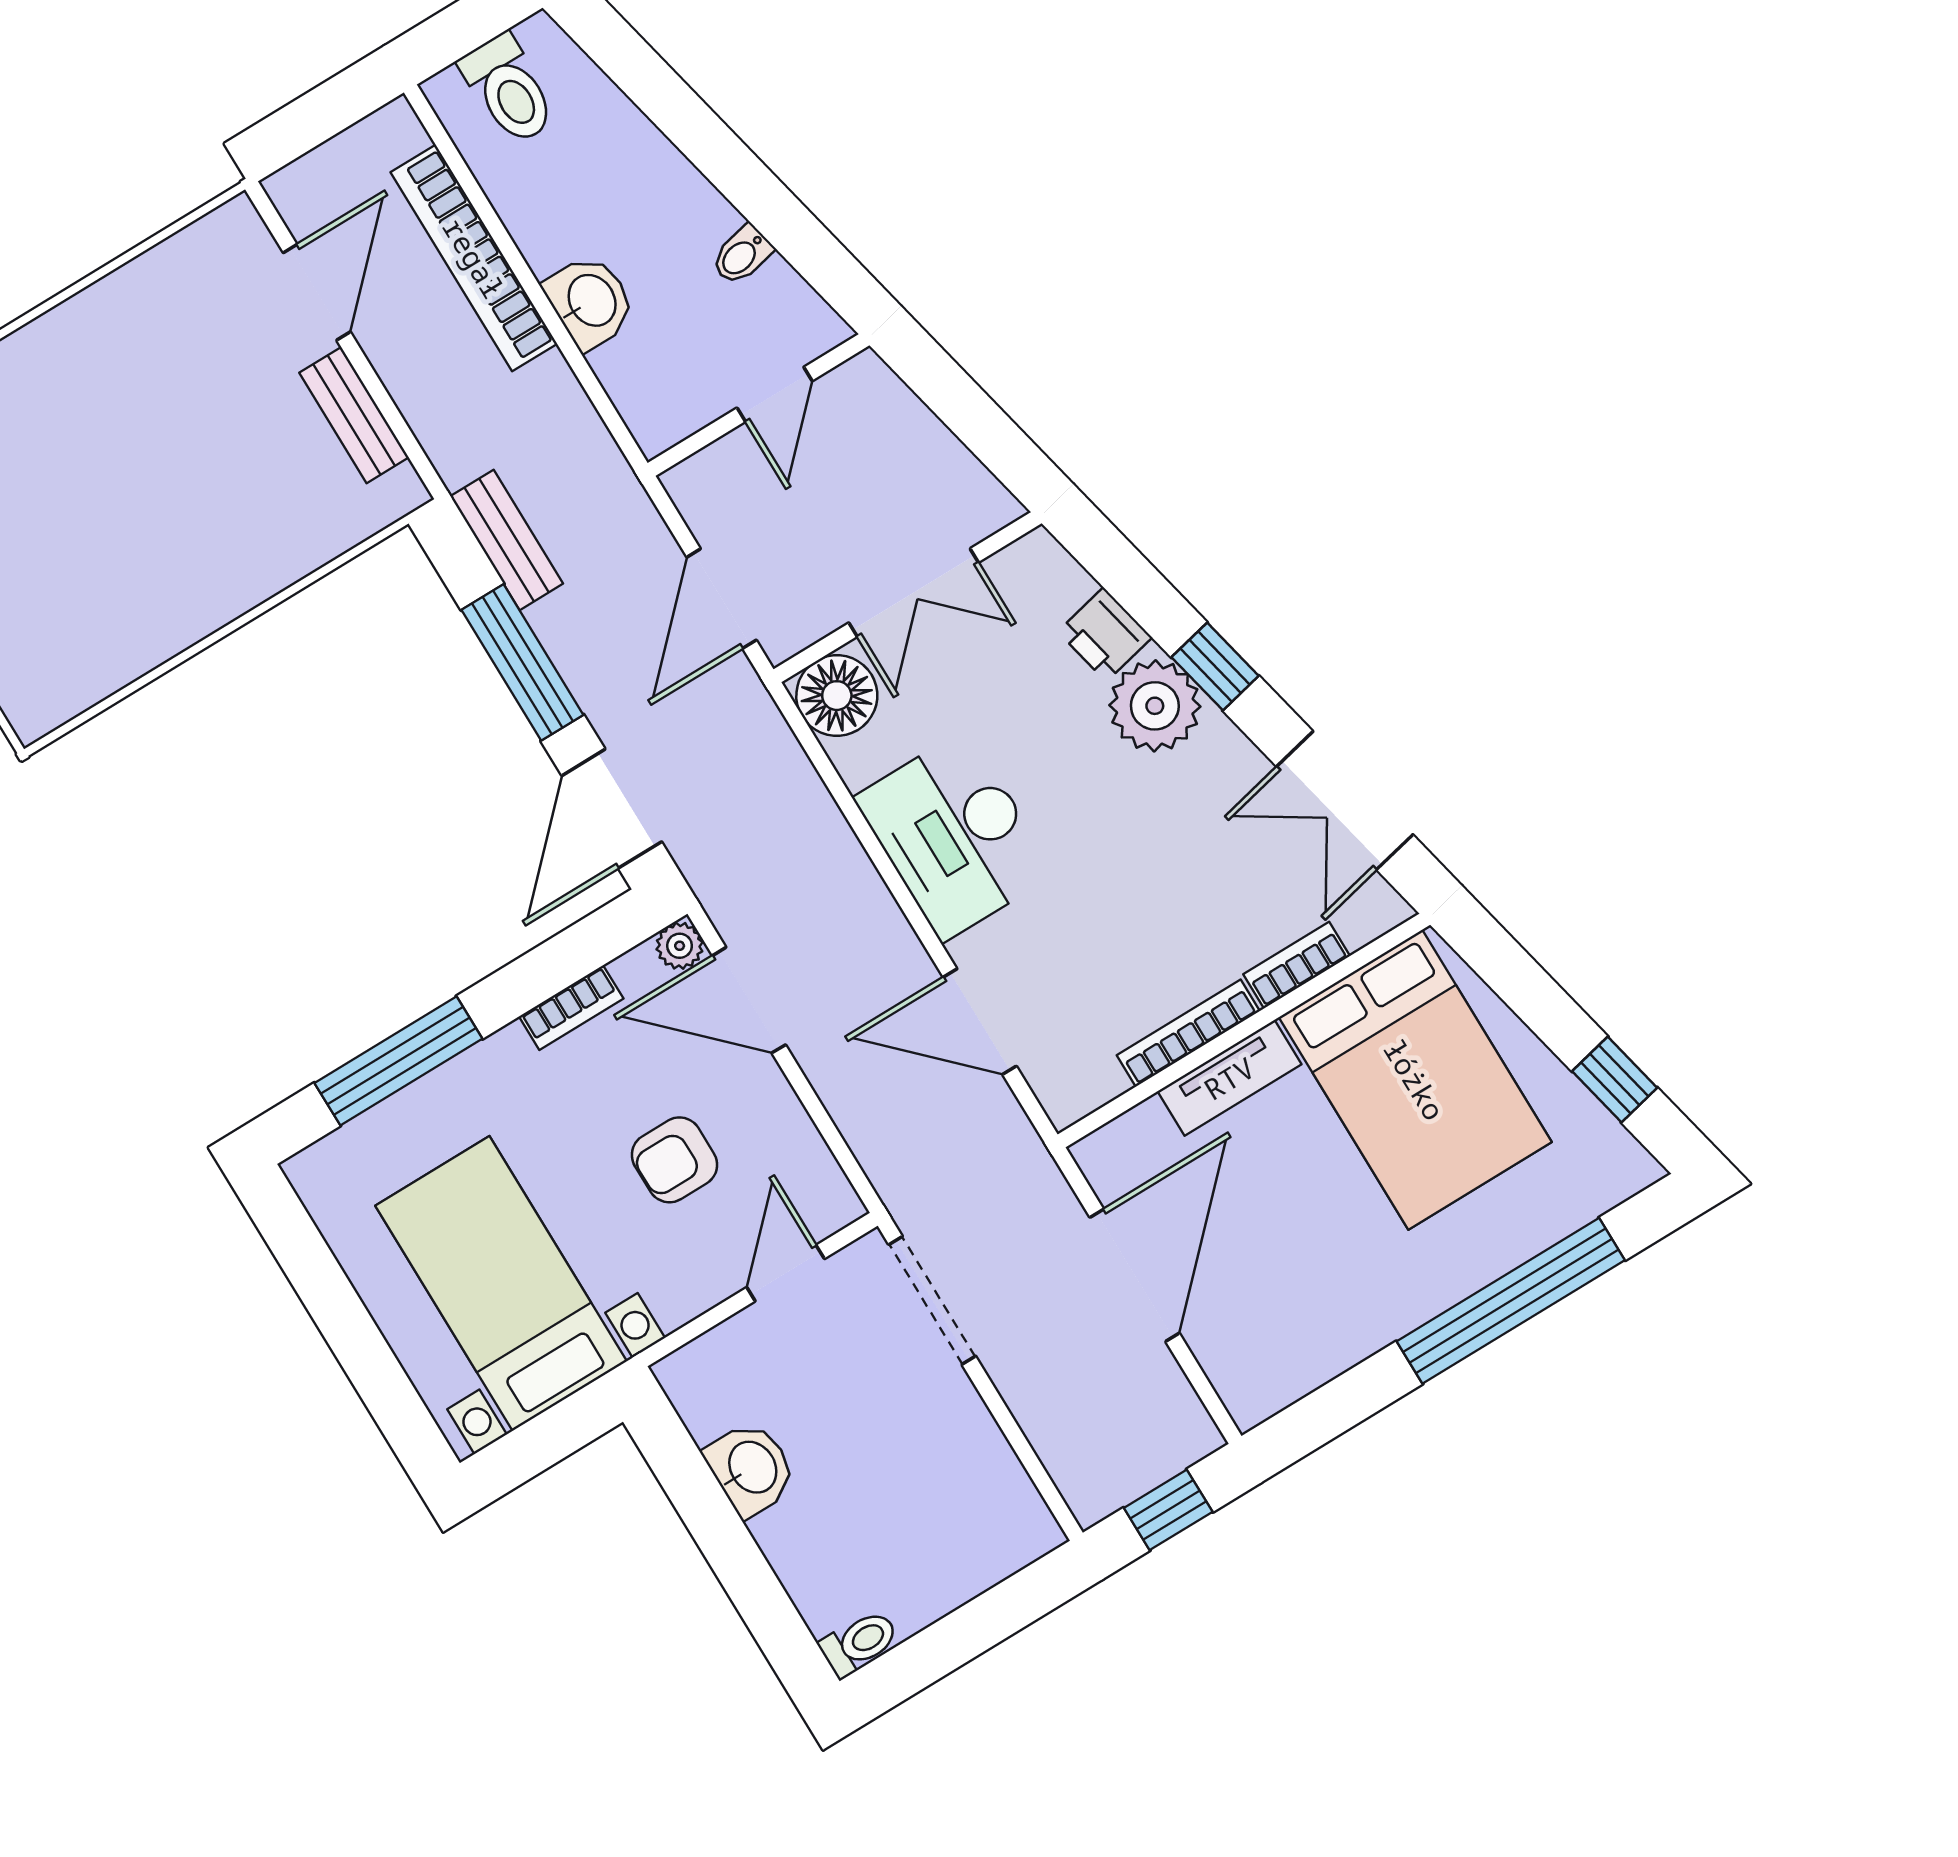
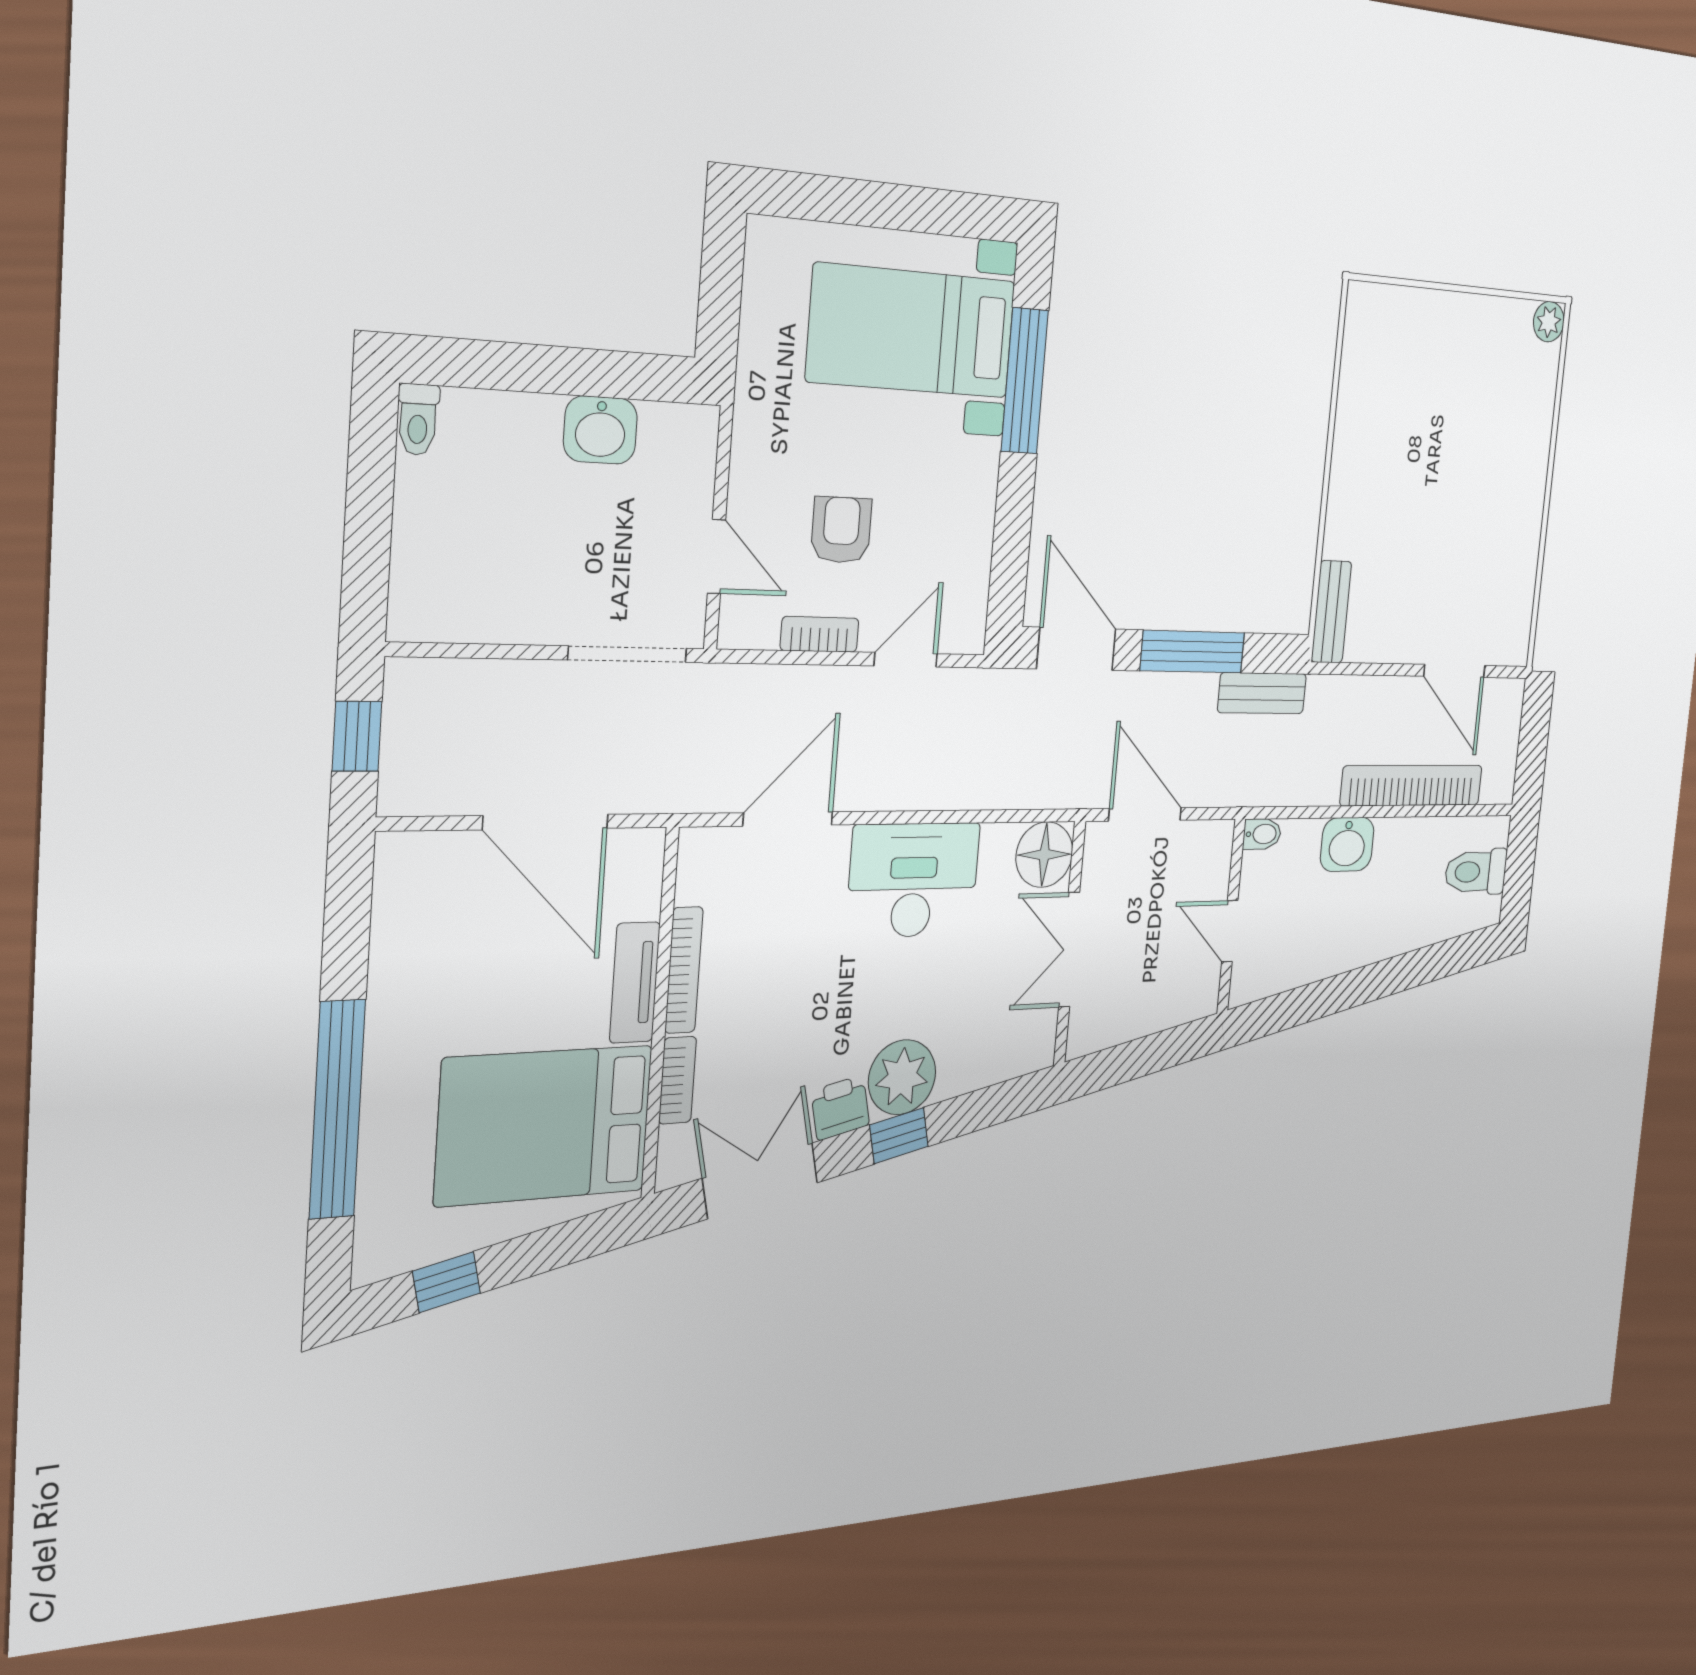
bidet: (742, 255) -> (1262, 834), moved, turned 103
bench: (354, 415) -> (1331, 612), moved, turned 90
printer: (1105, 634) -> (840, 1108), moved
plant: (680, 946) -> (969, 635), removed
door: (749, 1000) -> (906, 660), width x0.73
bookcase: (571, 1008) -> (820, 634), moved, turned 90
bed with nightstands: (501, 1283) -> (912, 331), moved, turned 180

